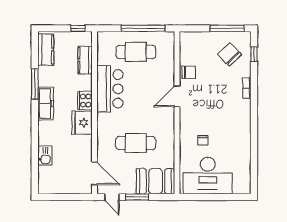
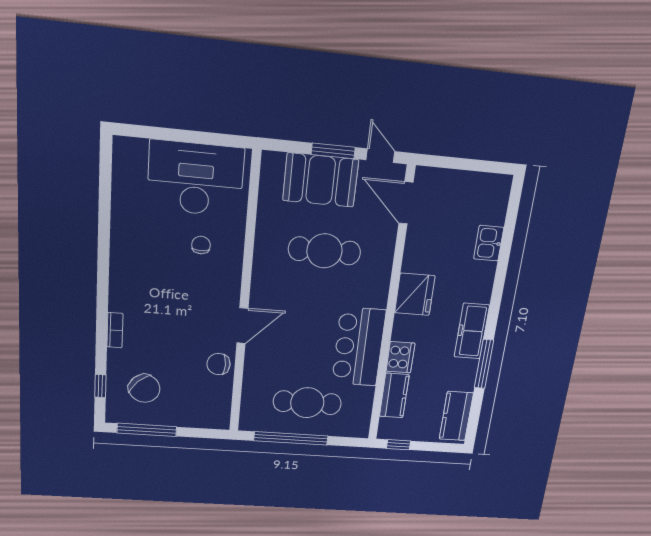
cooker: (85, 101) -> (400, 357), moved
booth: (156, 181) -> (321, 180), moved

